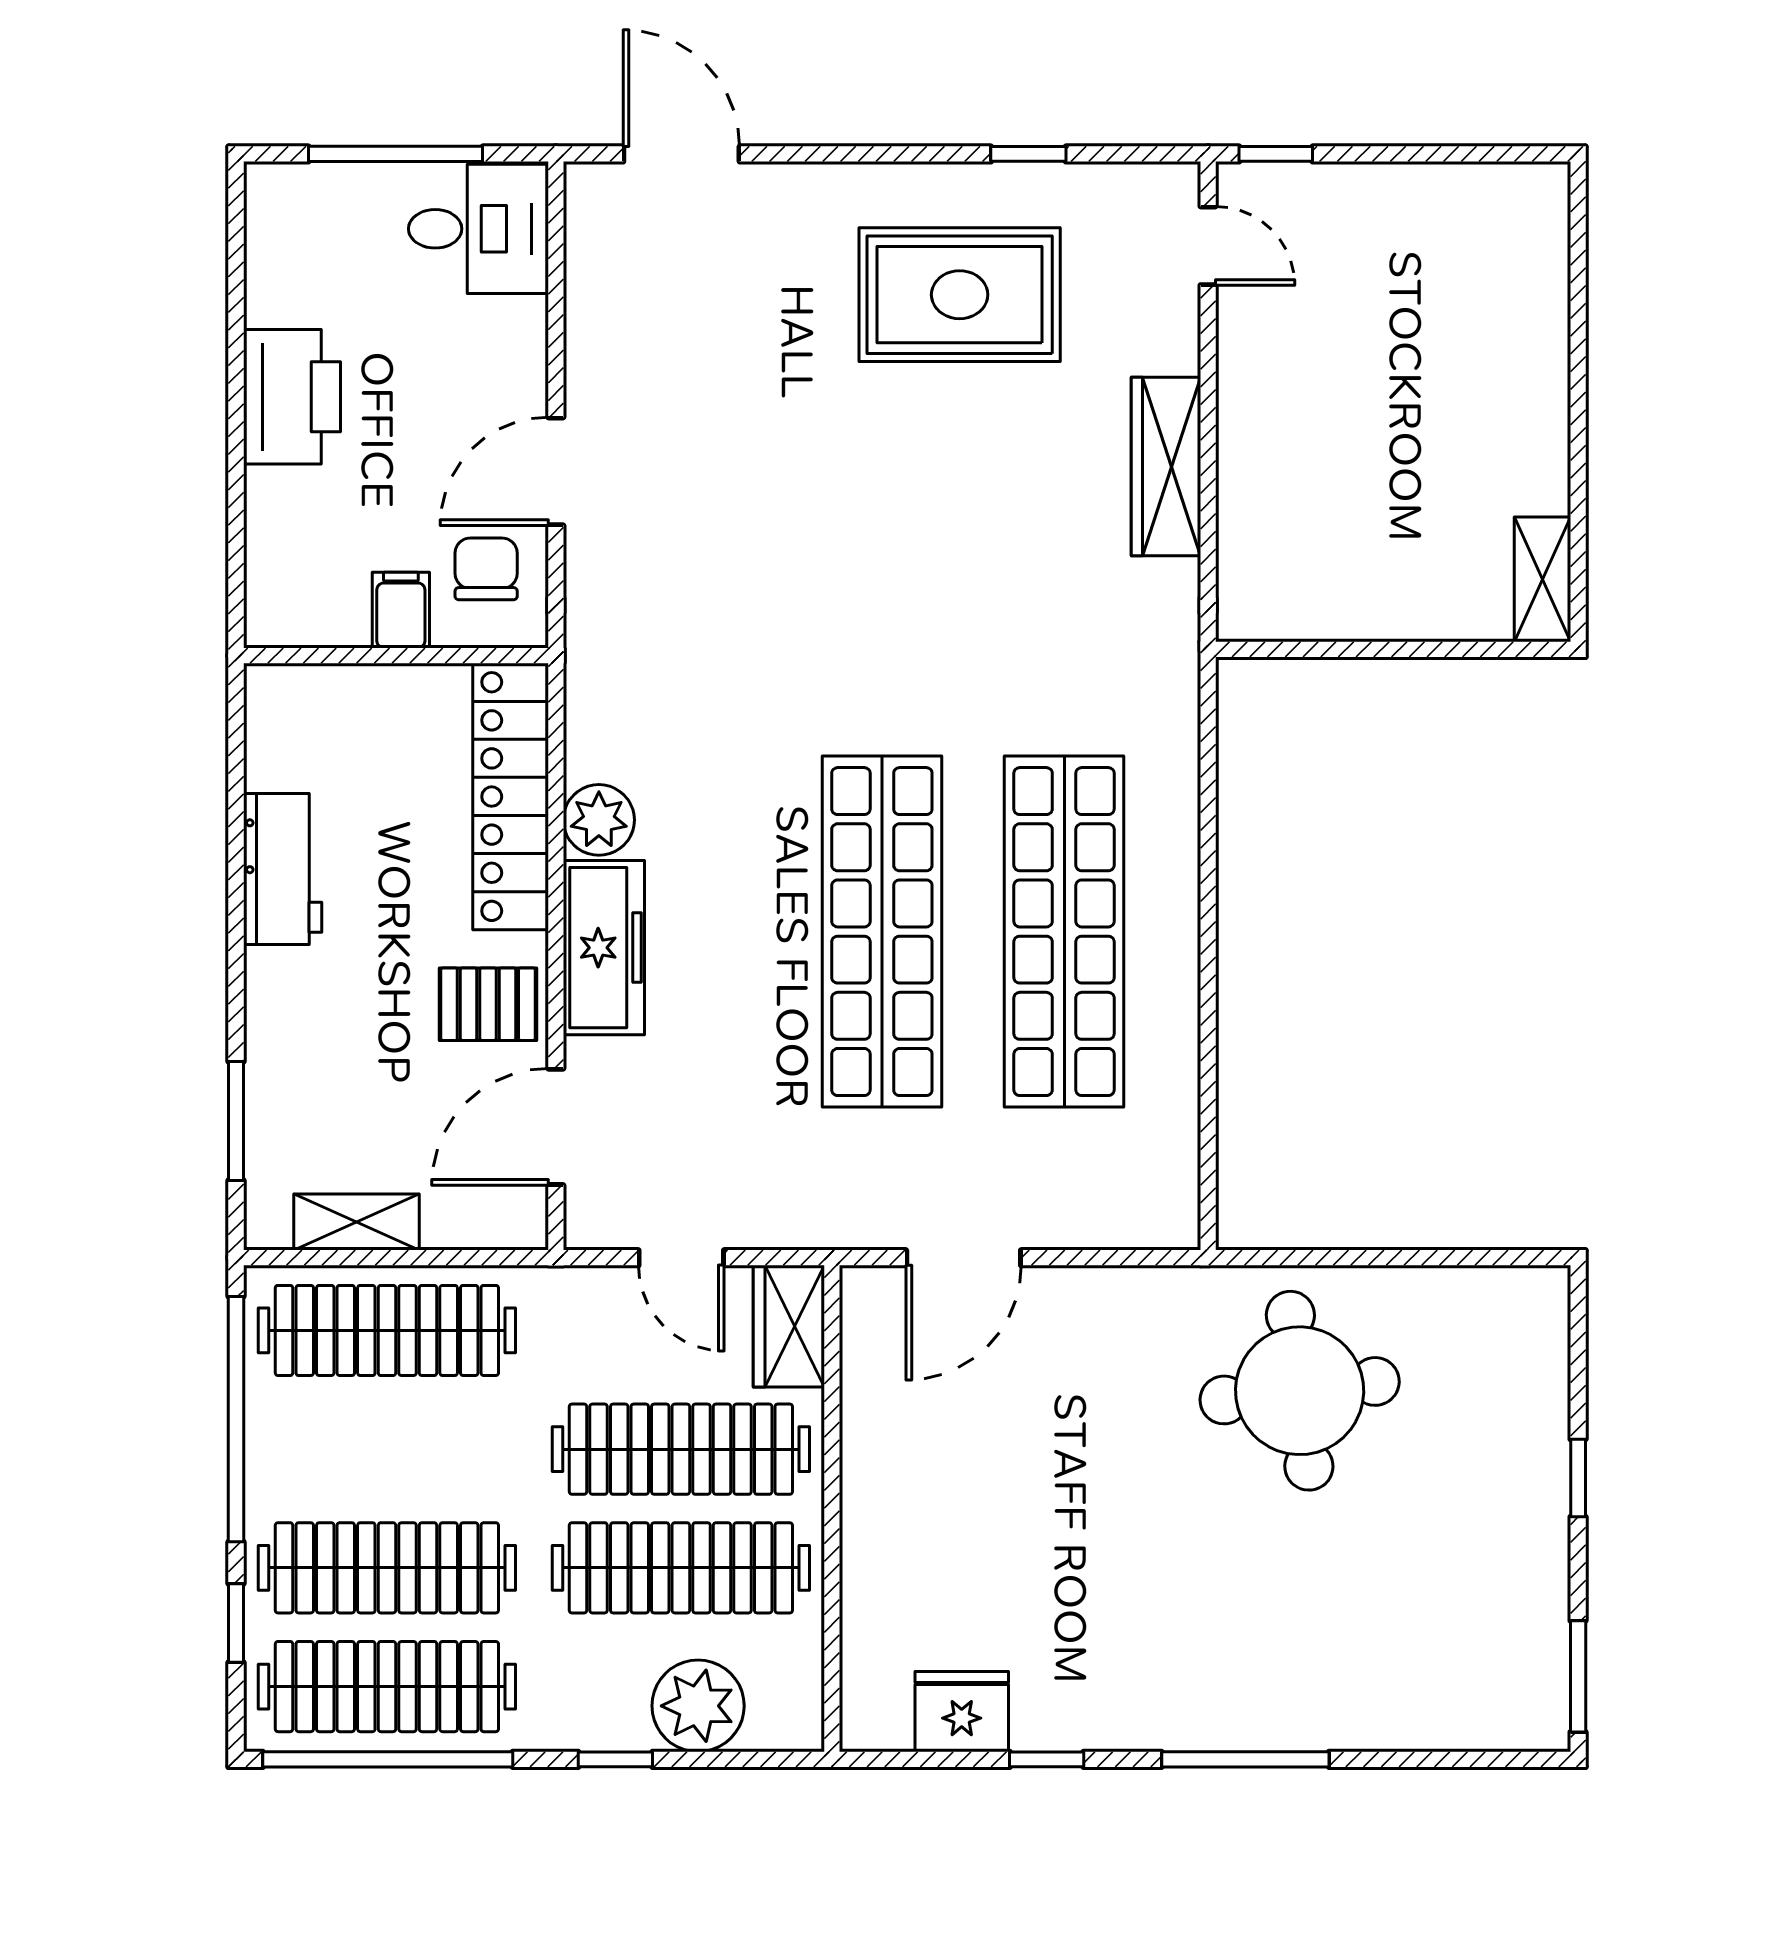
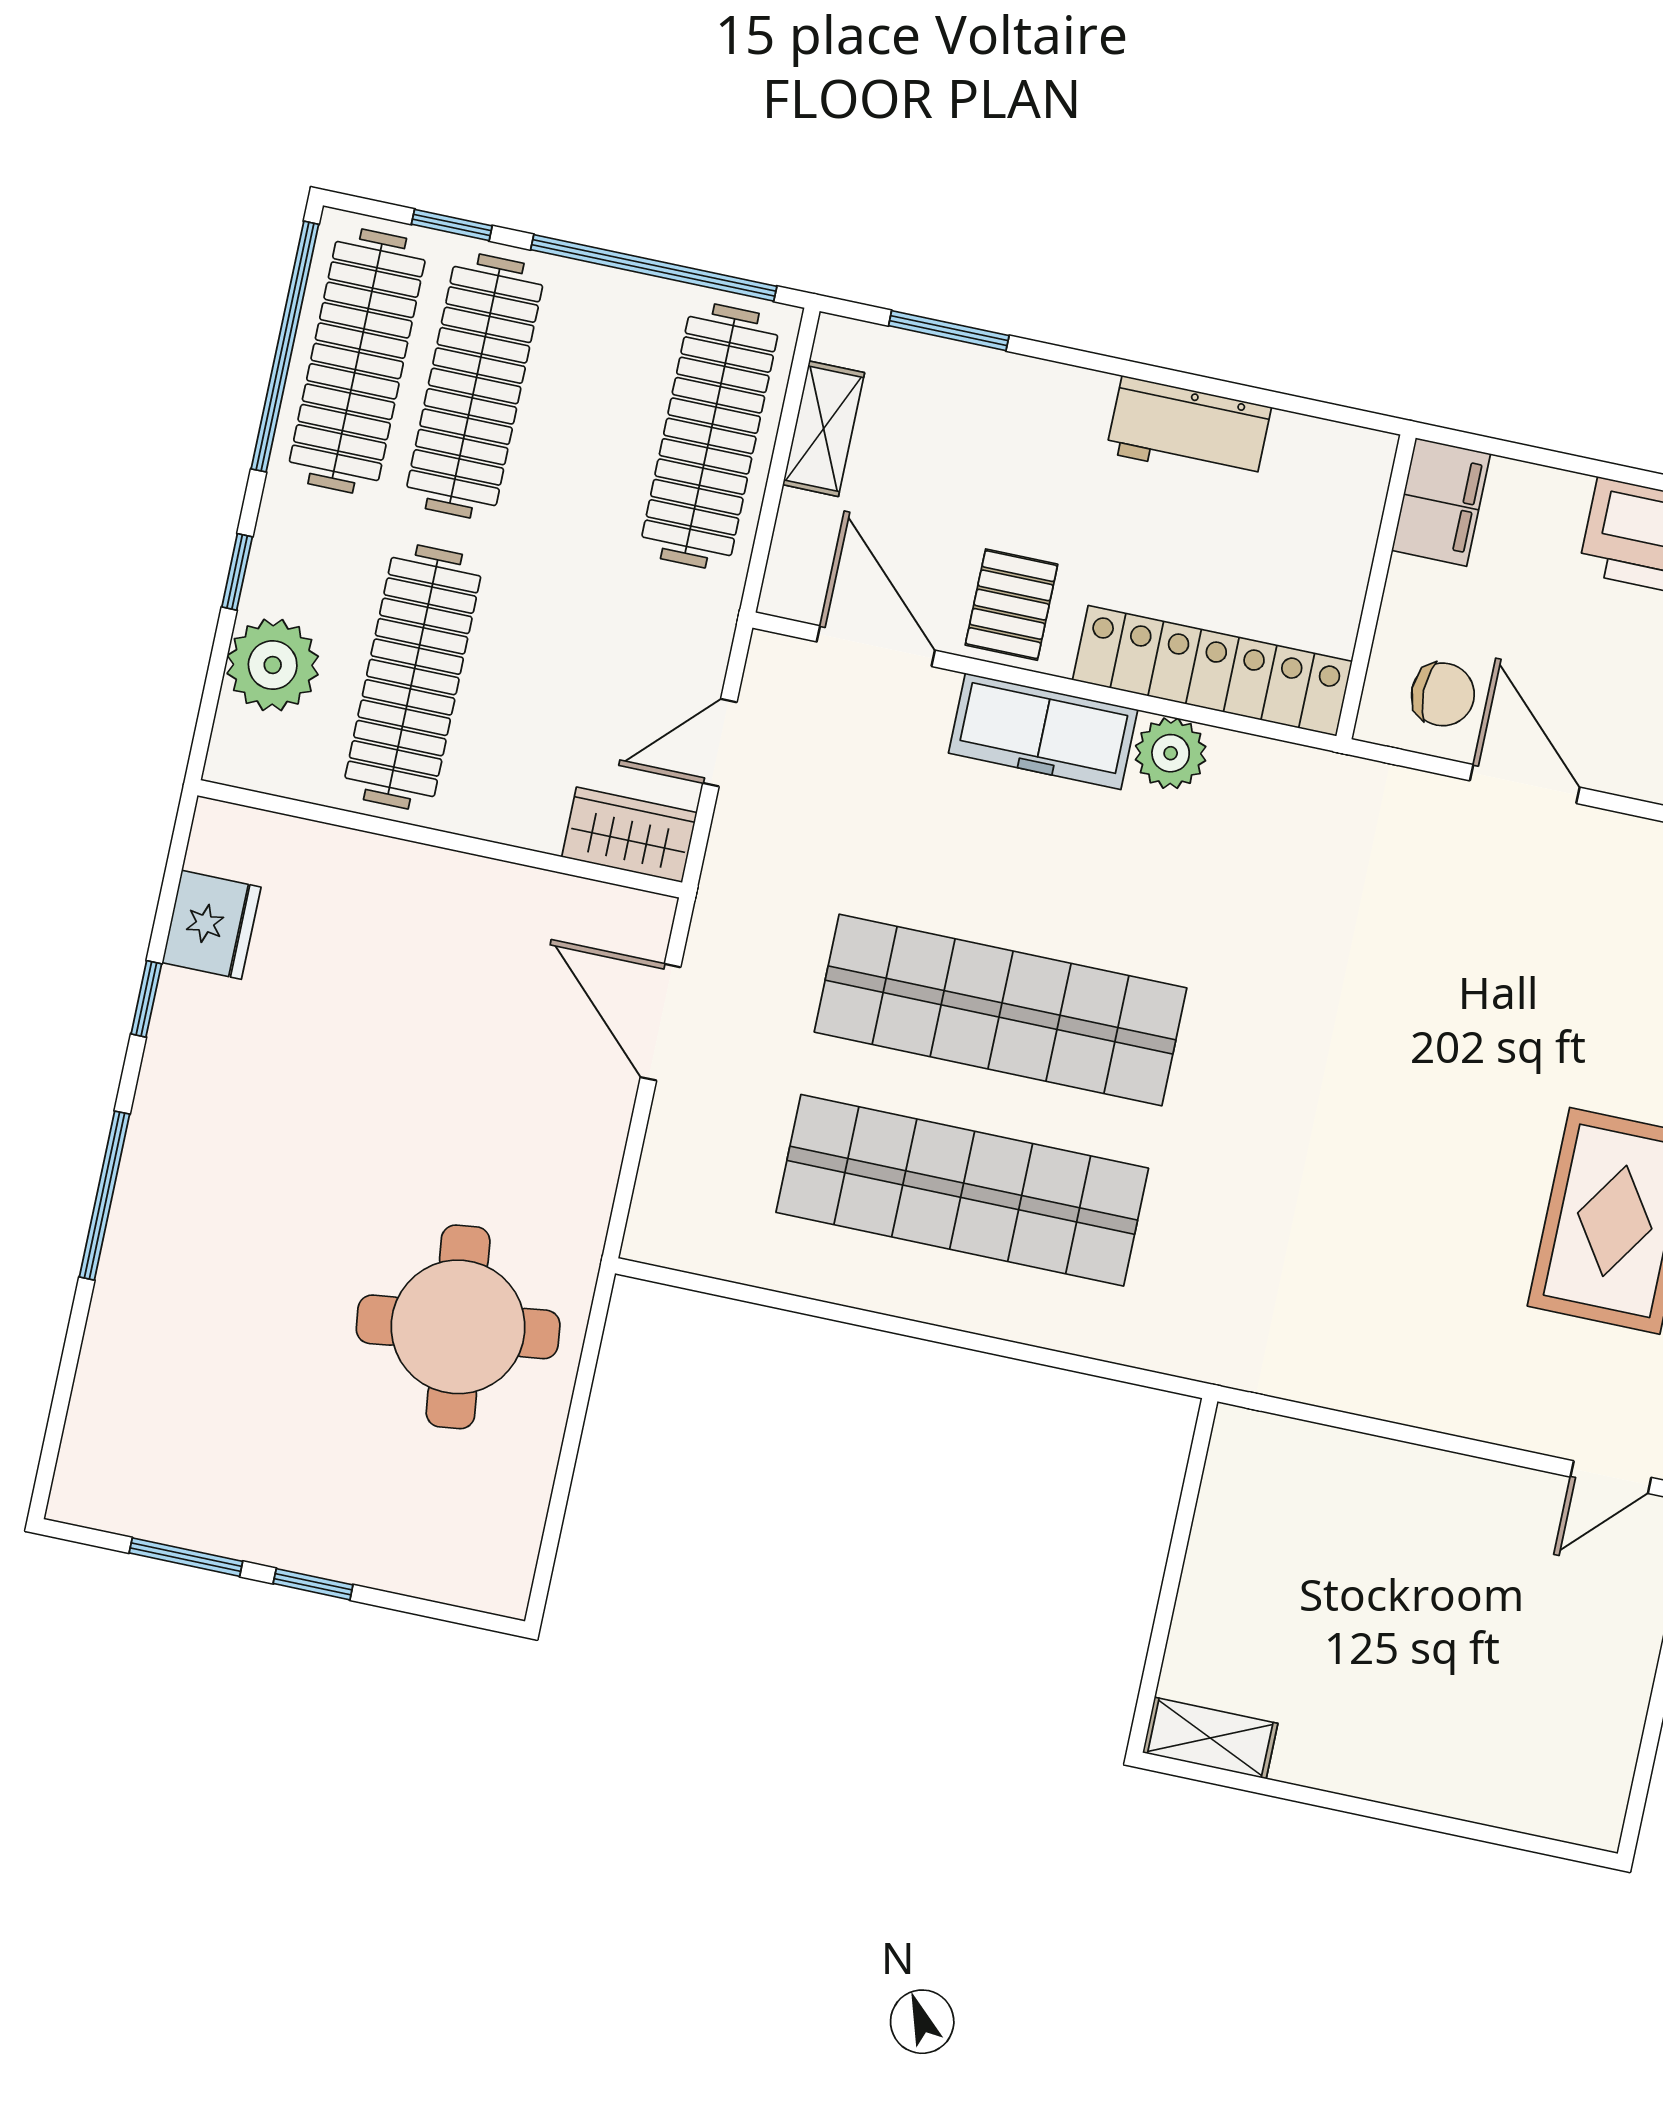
wardrobe: (1166, 466) -> (1401, 1389), removed
filing cabinet: (401, 610) -> (1441, 502), moved, width x2.00
clothes rail: (681, 1449) -> (530, 702), removed
window: (1578, 1676) -> (186, 1557), moved

